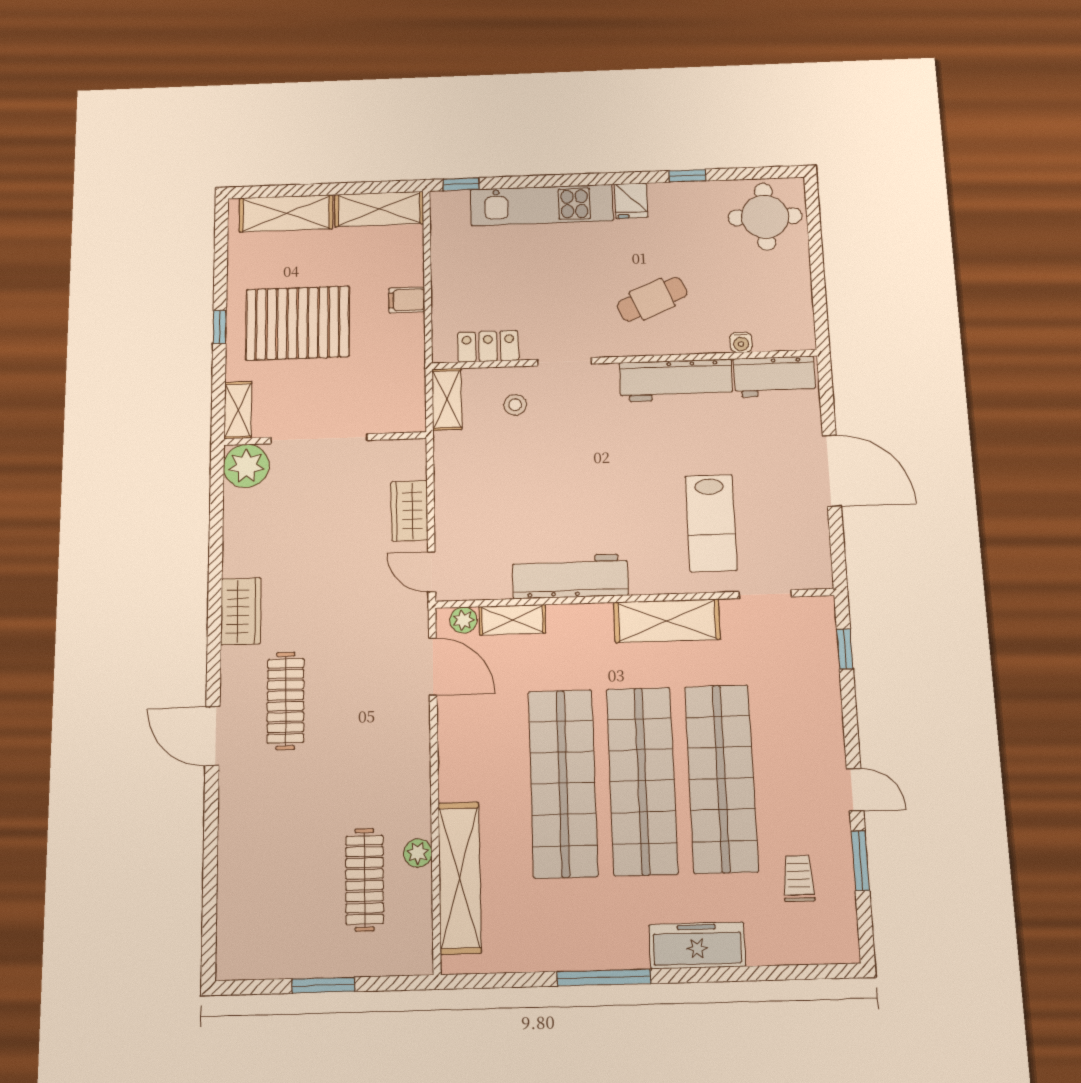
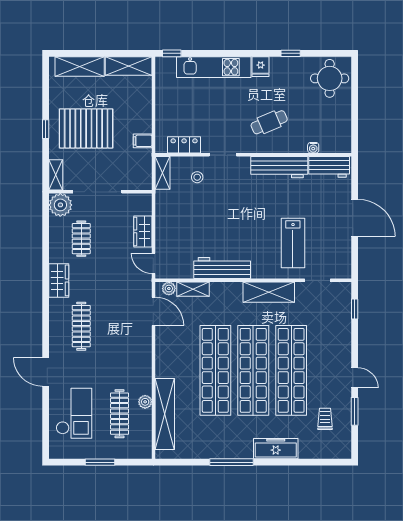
filing cabinet: (407, 300) -> (143, 141), moved
clothes rail: (287, 529) -> (81, 239), added
door: (212, 736) -> (46, 372), moved
checkout: (269, 882) -> (74, 413), added

